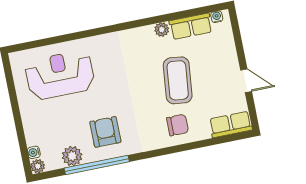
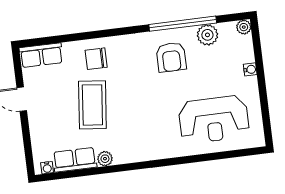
water cooler: (34, 152) -> (250, 69), moved

